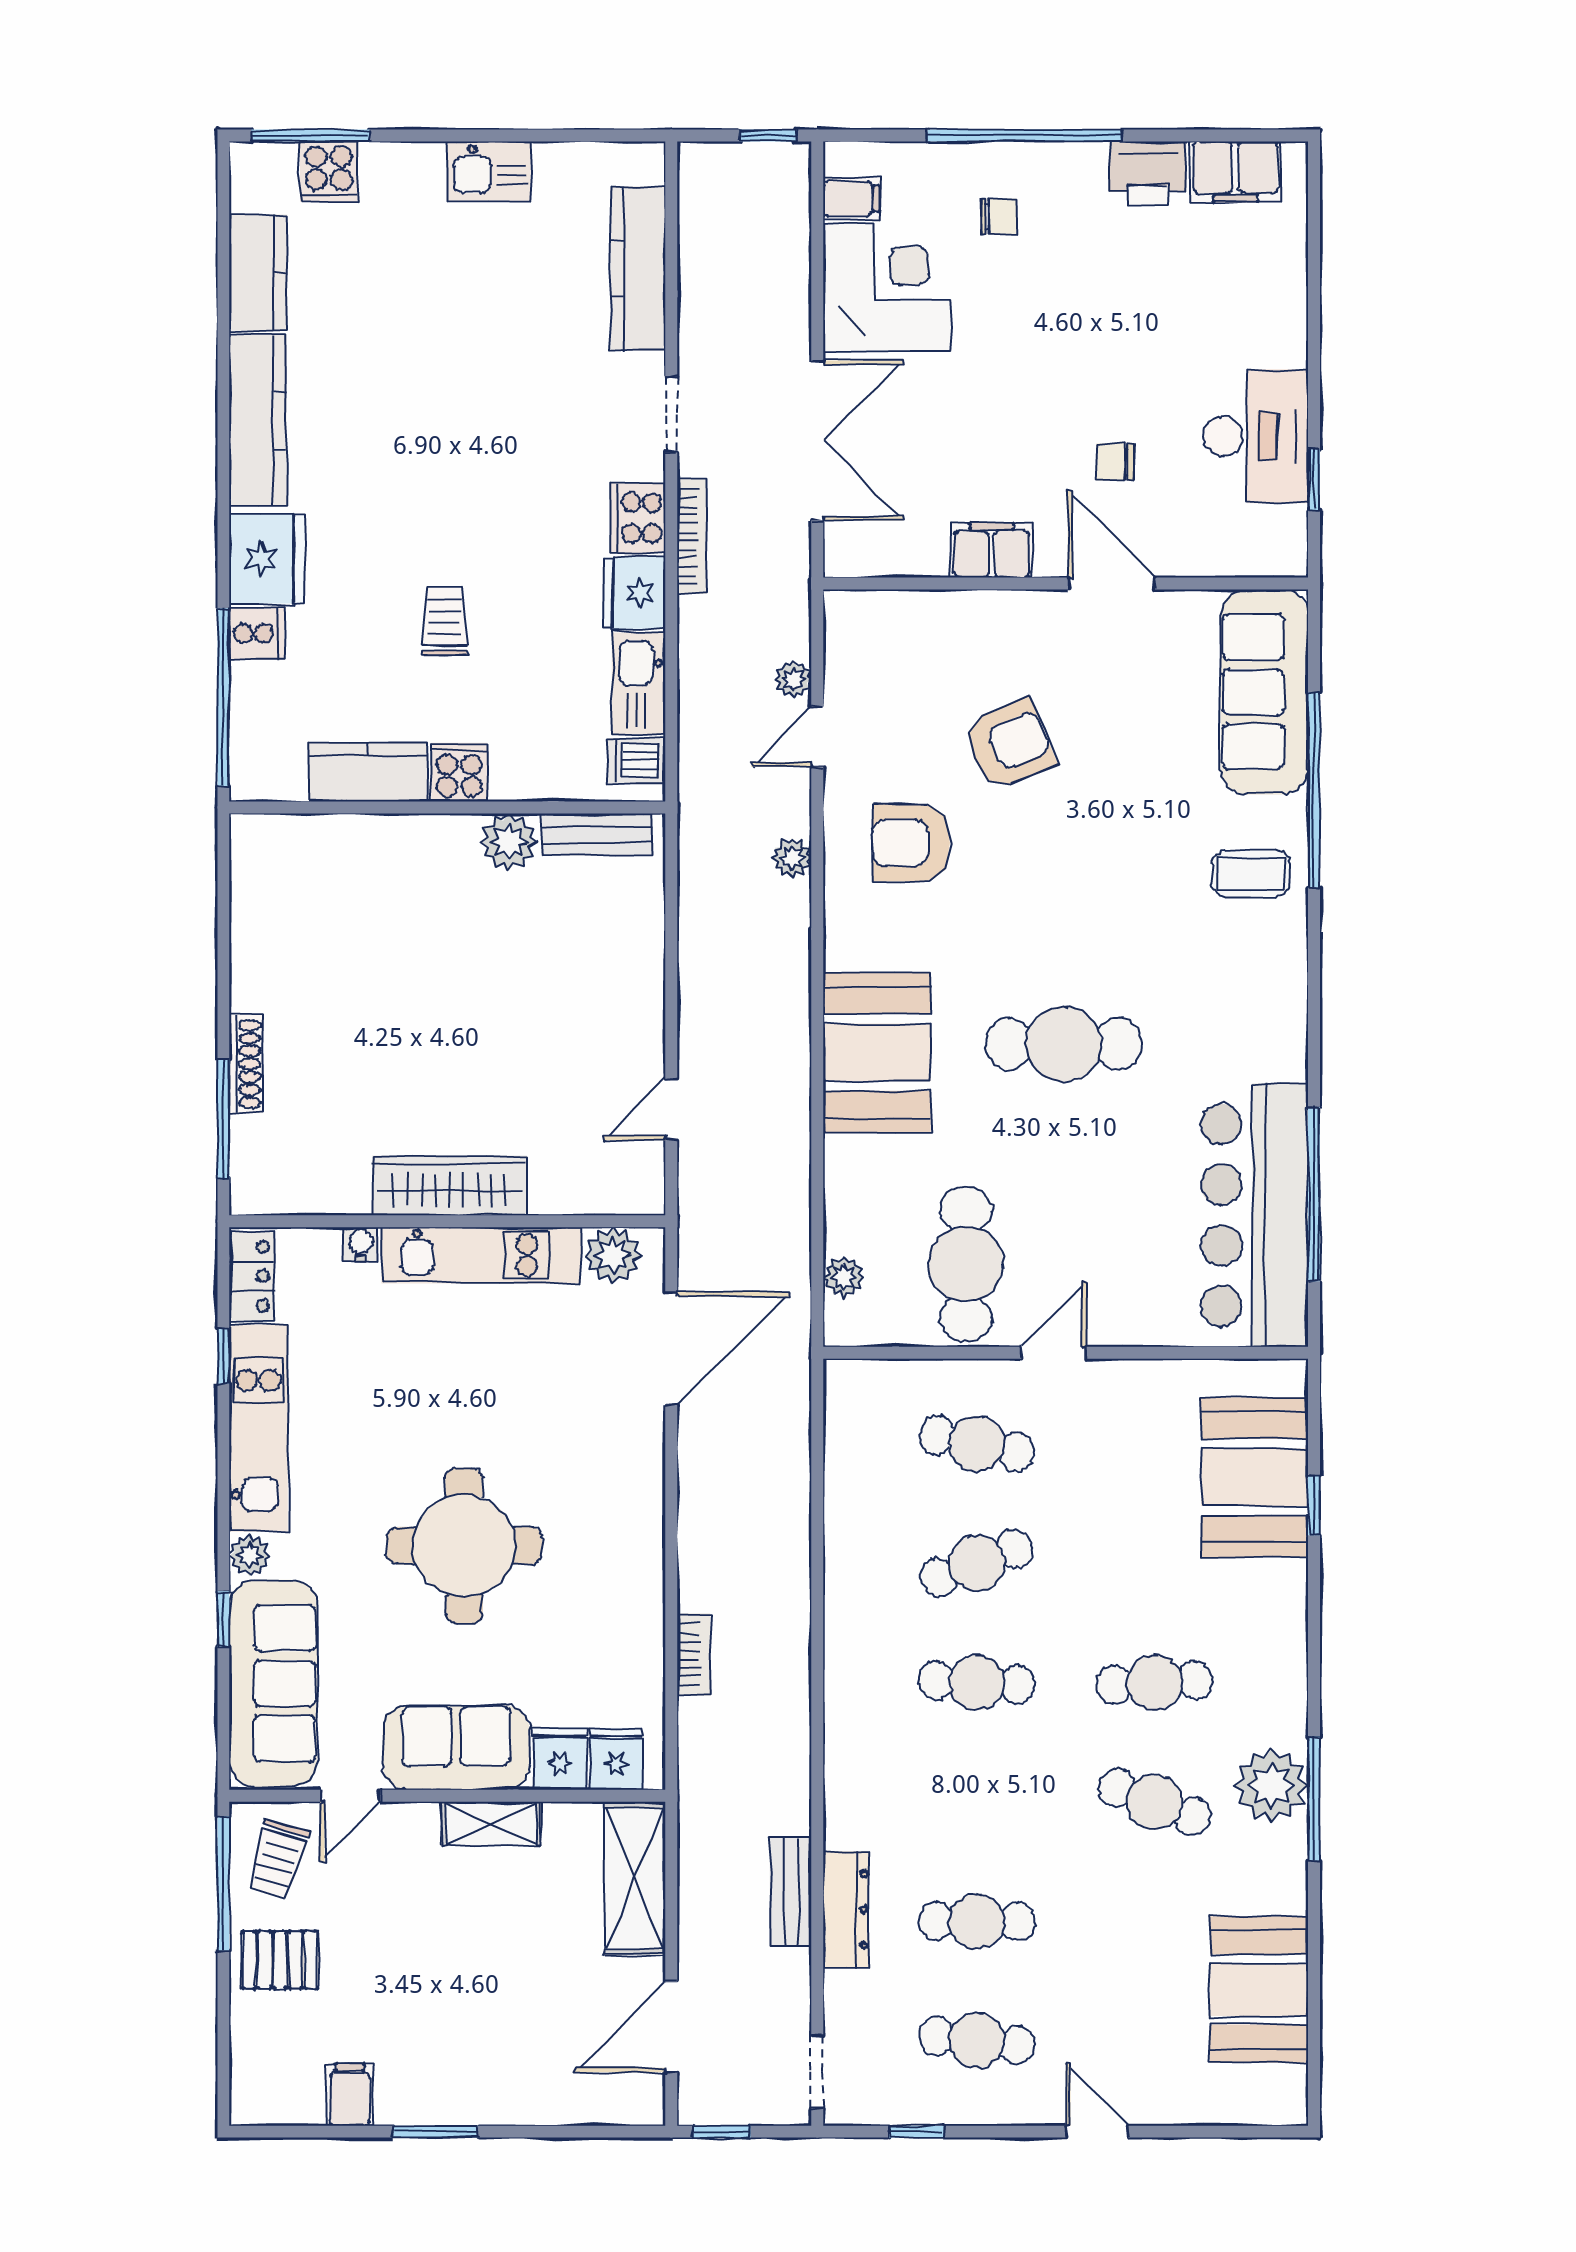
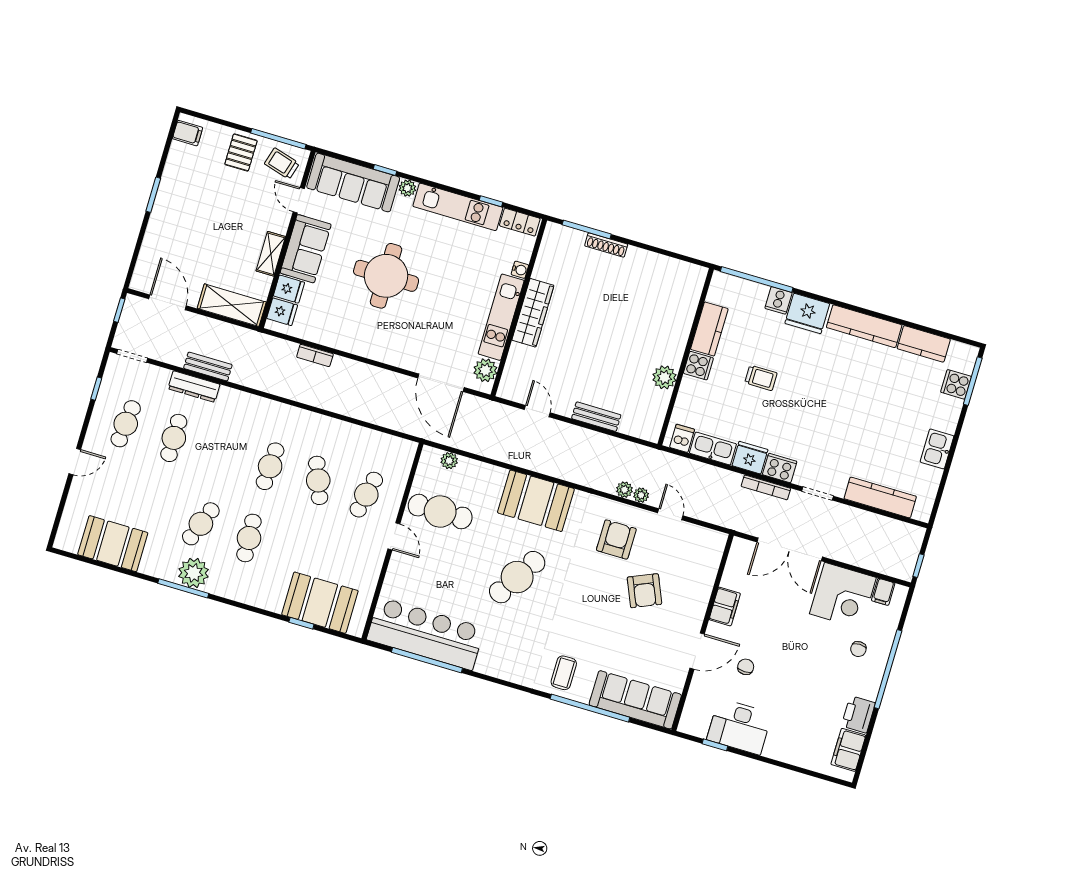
plant: (793, 679) -> (641, 495), moved
bench: (597, 834) -> (596, 417), moved, turned 90
cafe table: (1064, 1044) -> (517, 577), turned 32
filing cabinet: (350, 2095) -> (188, 133), moved

